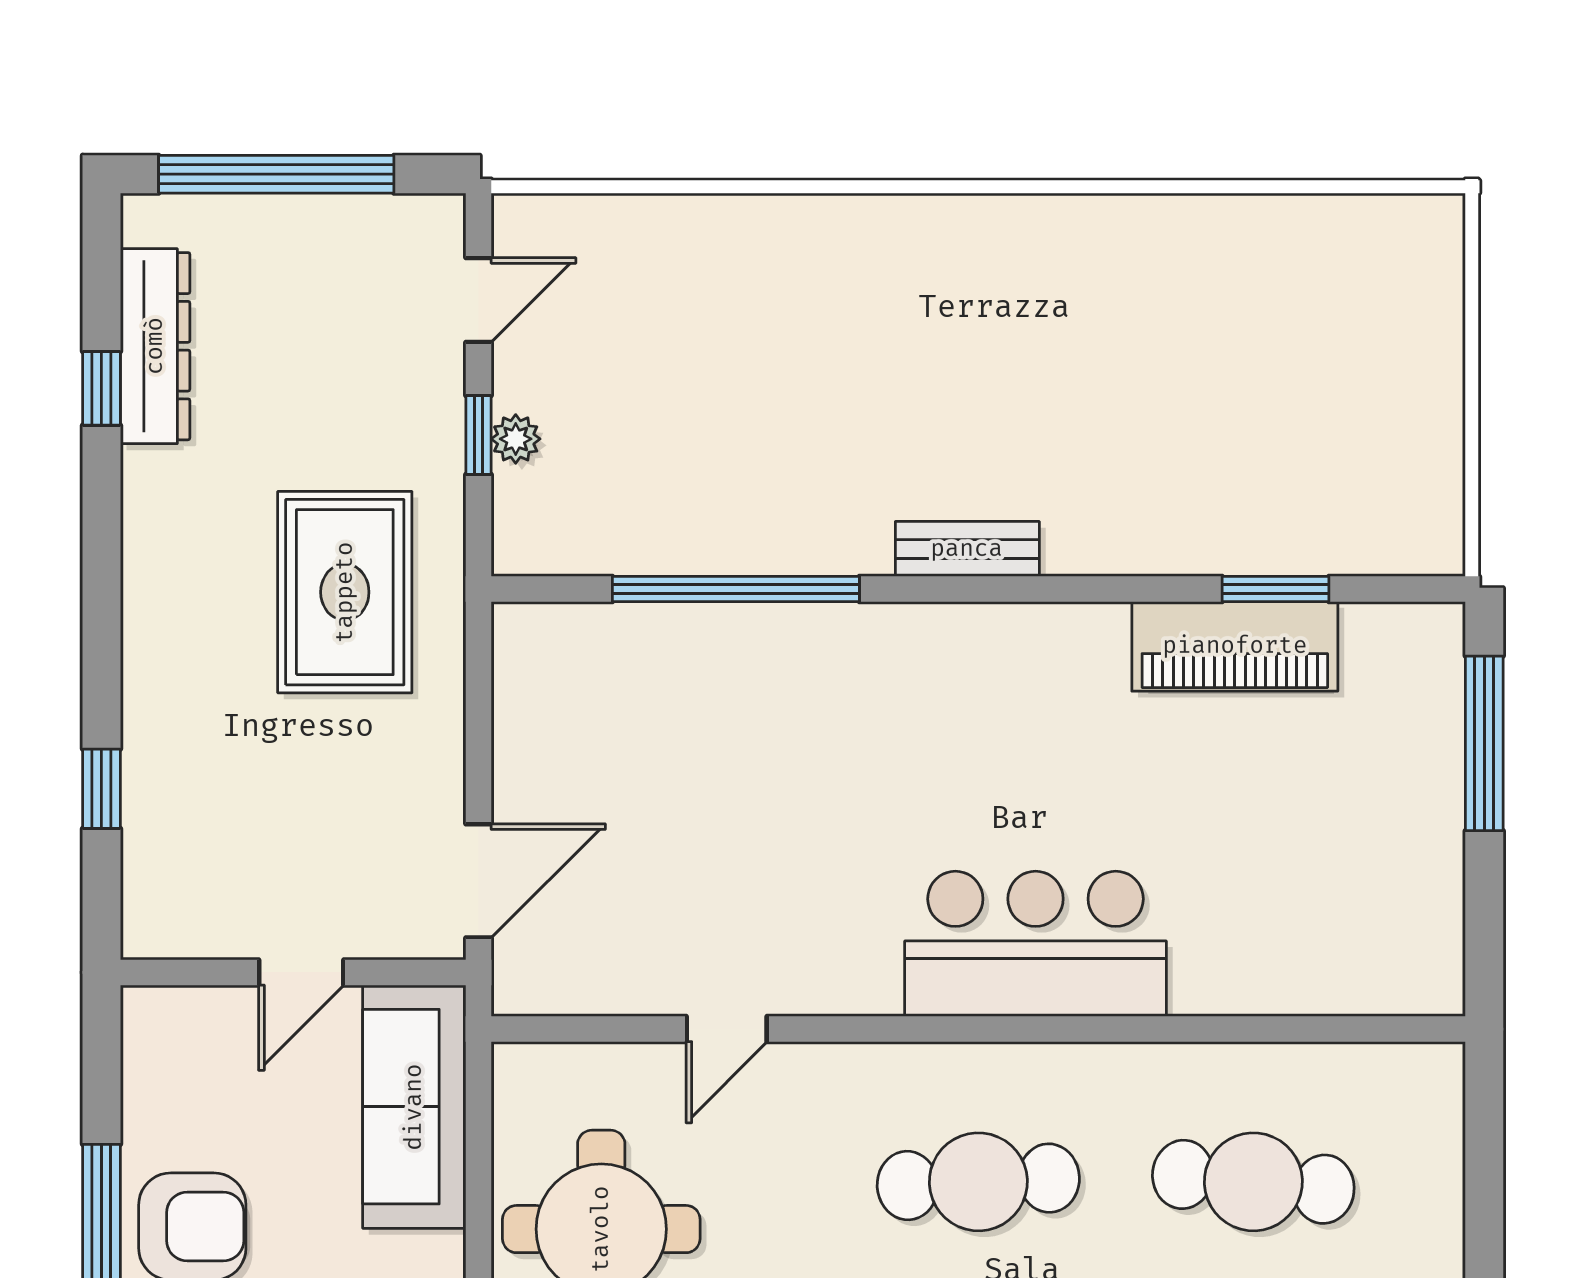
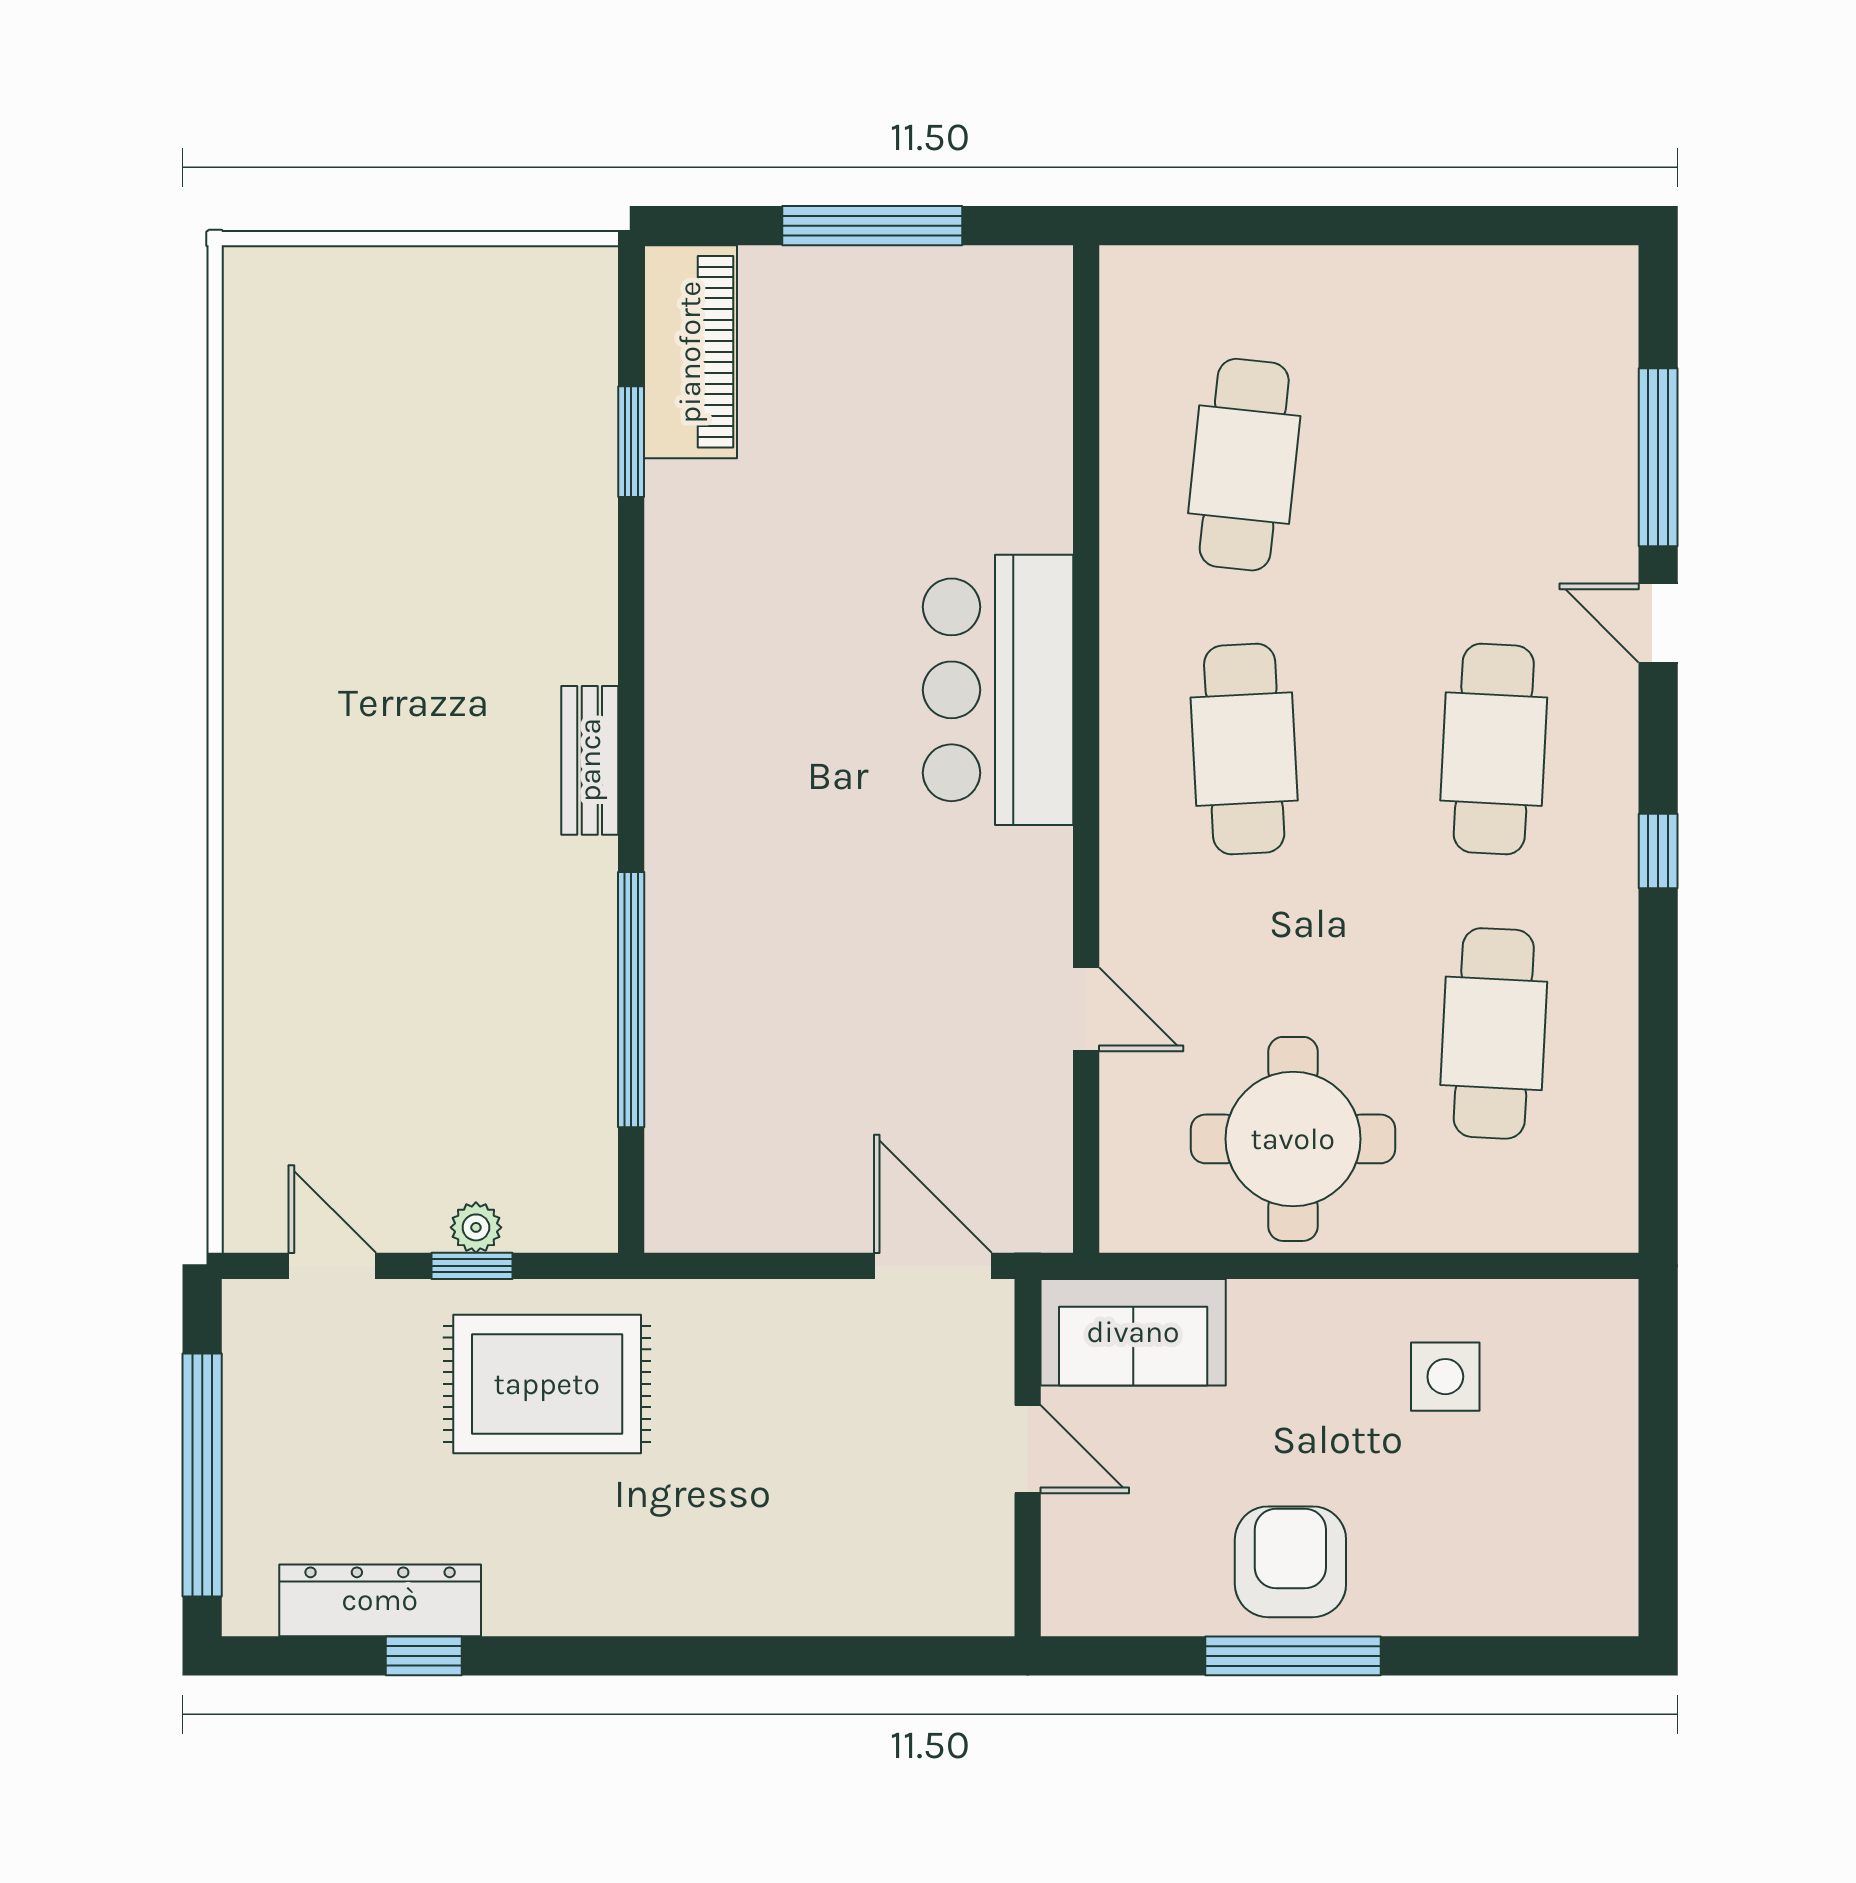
rug: (345, 592) -> (547, 1384), moved
piano: (1235, 646) -> (690, 352), moved
window: (1484, 743) -> (872, 226), moved
window: (101, 789) -> (838, 1656), removed
sofa: (414, 1107) -> (1133, 1332), width x0.73

